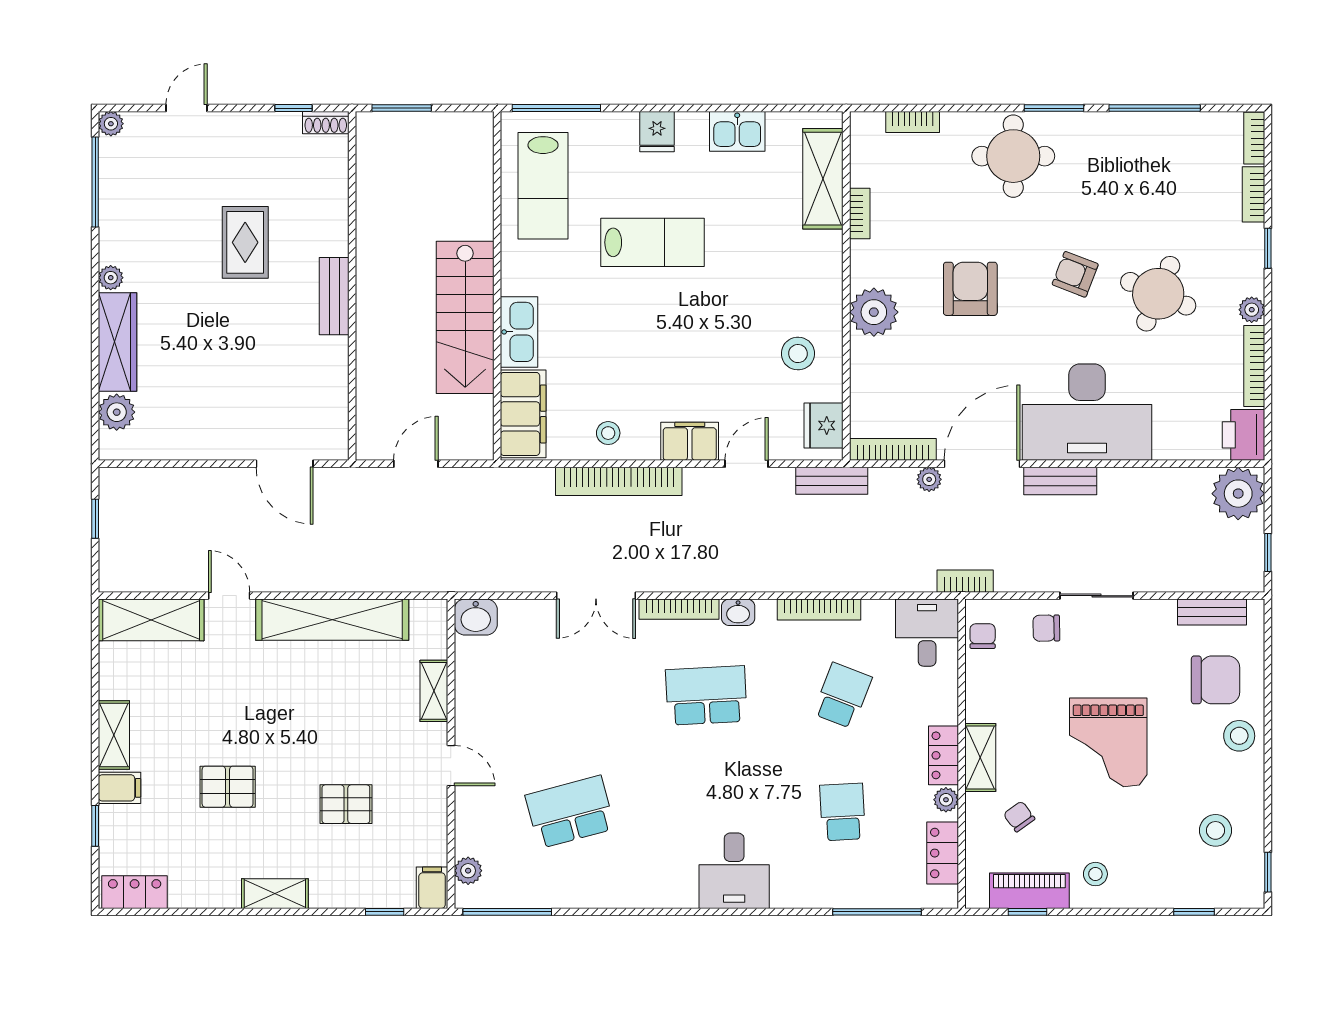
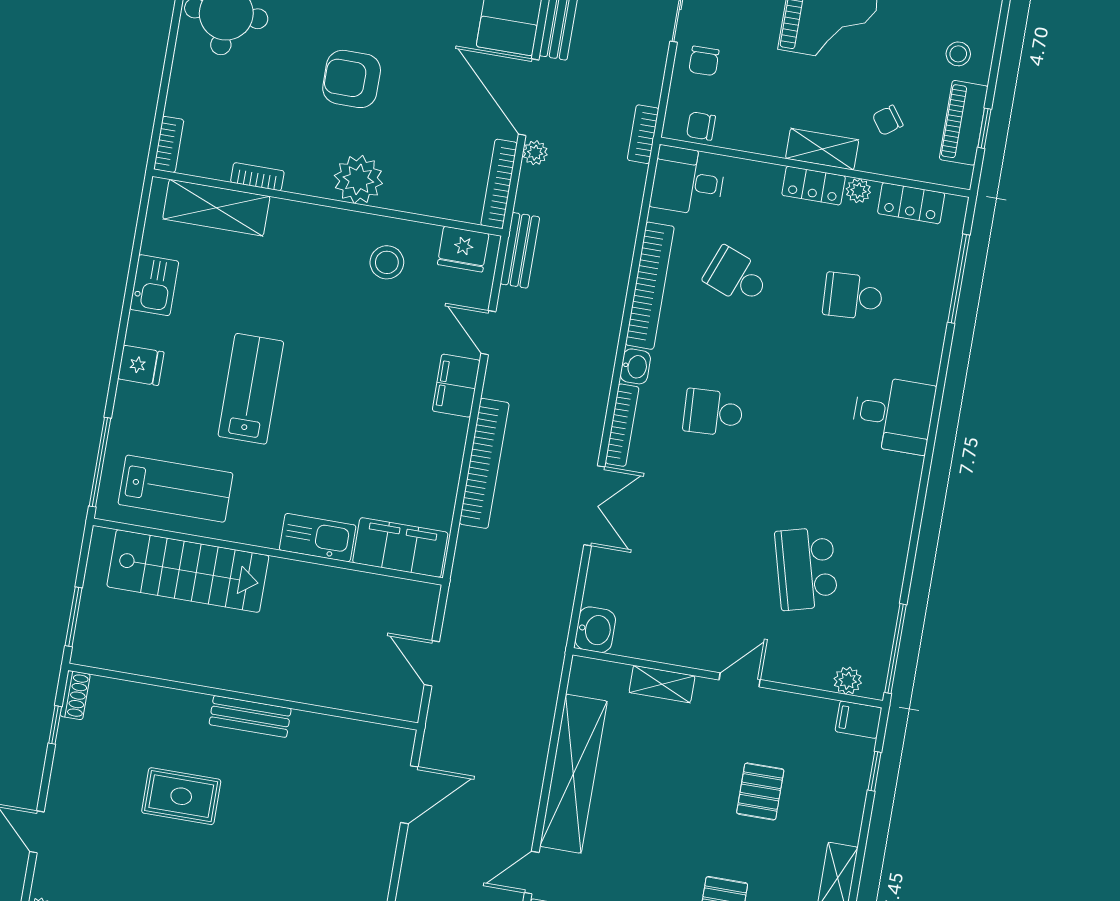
bookcase: (913, 122) -> (169, 144), moved
stairs: (465, 317) -> (188, 571), moved
stool: (608, 433) -> (434, 466), removed
bookcase: (819, 610) -> (650, 286), width x1.48, depth x1.31
school desk: (706, 695) -> (713, 413), width x0.54

